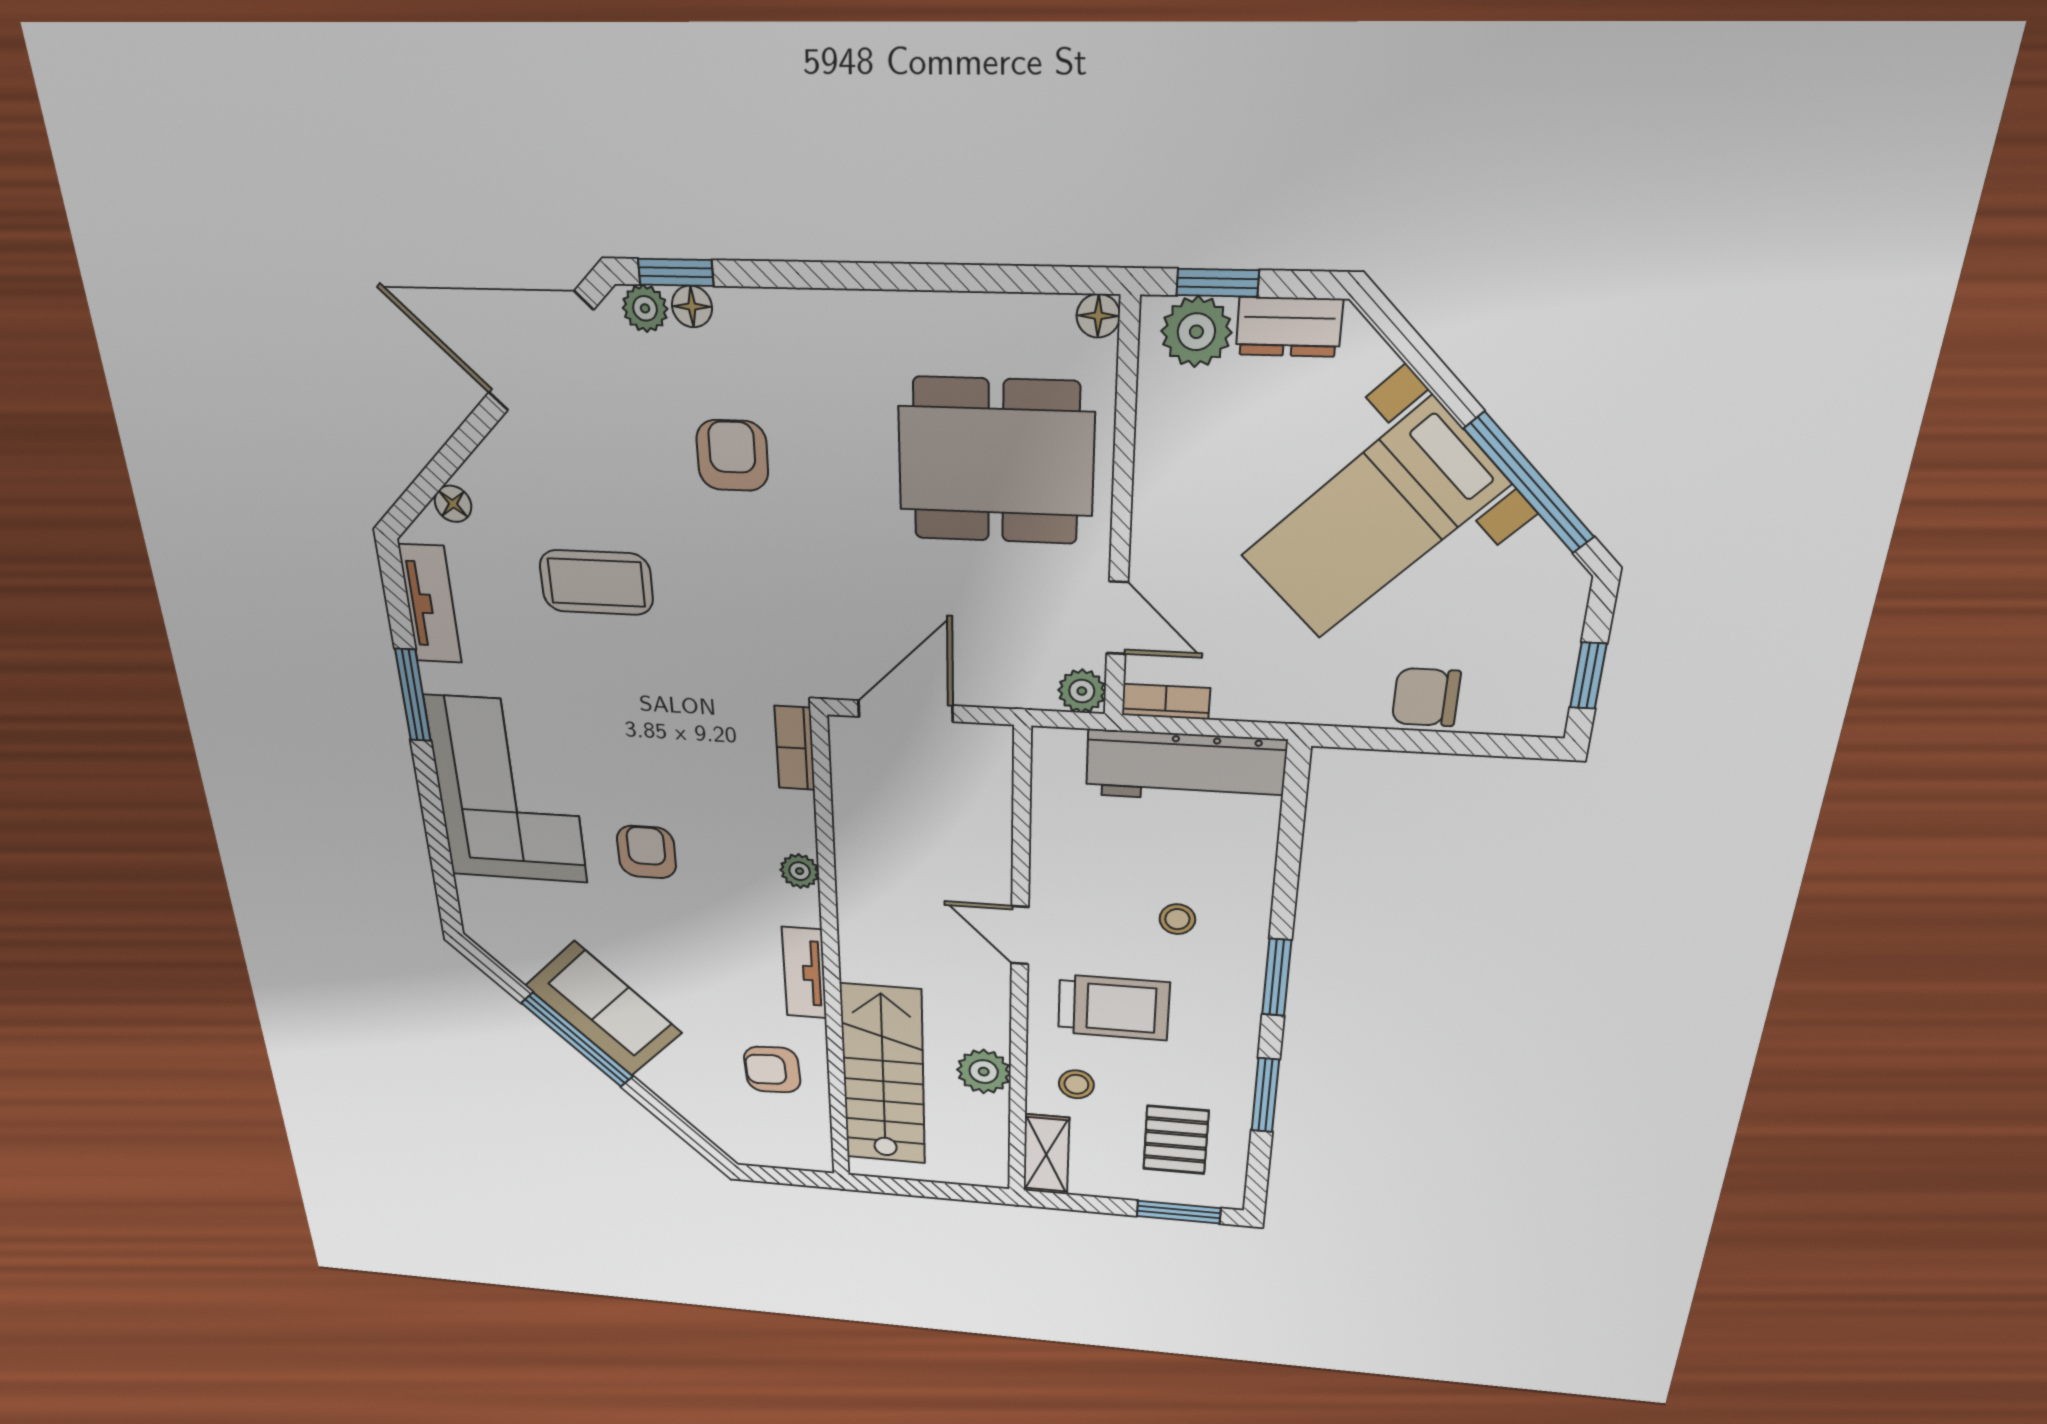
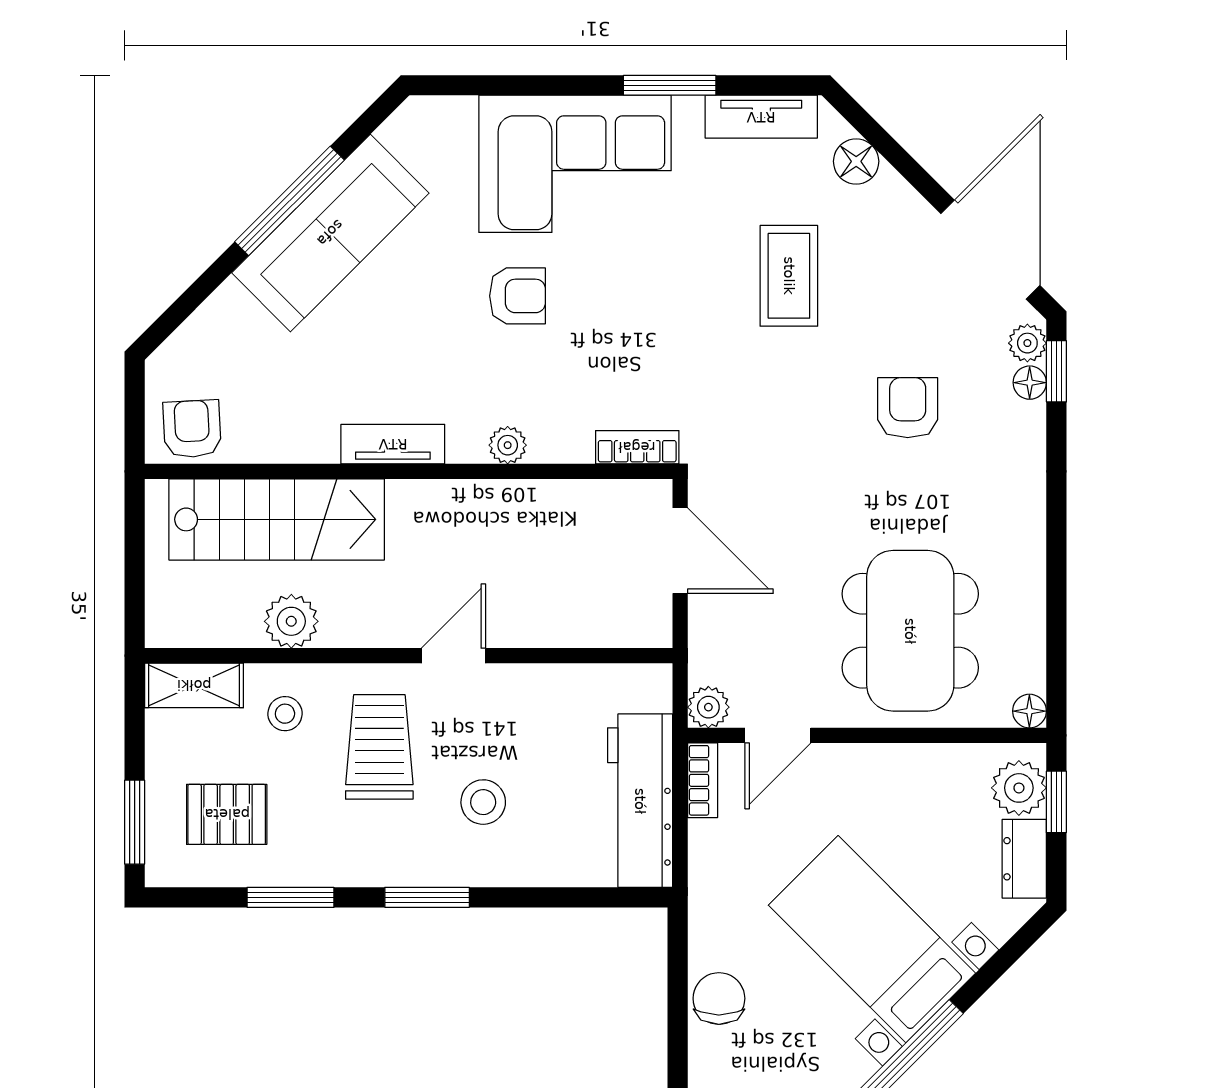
armchair: (732, 456) -> (908, 408), turned -90
floor lamp: (453, 504) -> (856, 161), width x1.37, depth x1.37
stool: (1177, 919) -> (483, 802), width x1.37, depth x1.37
trolley: (1114, 1008) -> (379, 747), turned 180
sofa: (604, 1009) -> (330, 233), width x1.36
armchair: (772, 1070) -> (192, 429), moved

